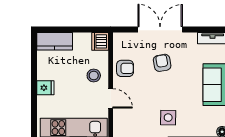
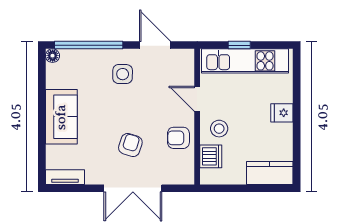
dishwasher: (100, 41) -> (211, 156), moved
armchair: (162, 63) -> (130, 145), turned -152

